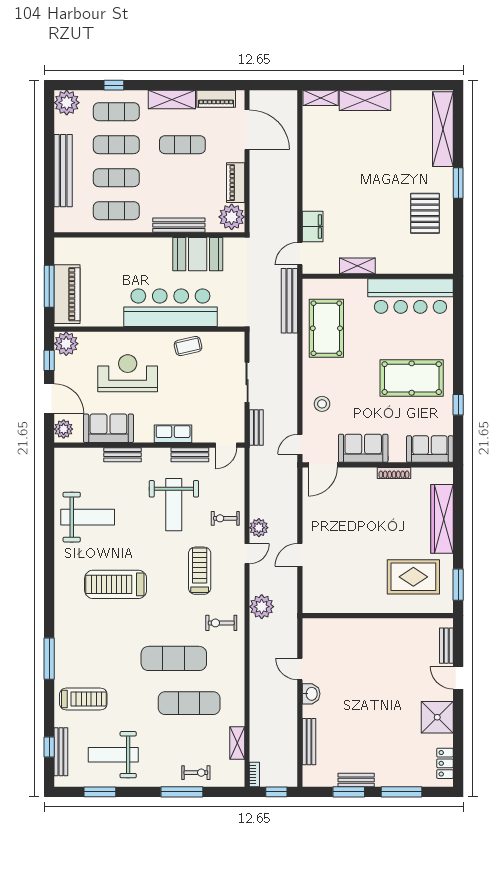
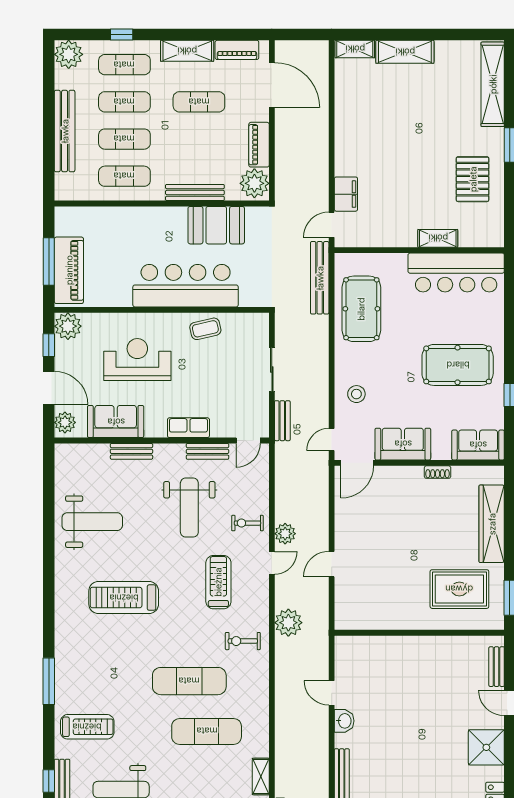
shelving: (357, 266) -> (438, 238), moved
shoe rack: (394, 473) -> (438, 472), width x0.70

